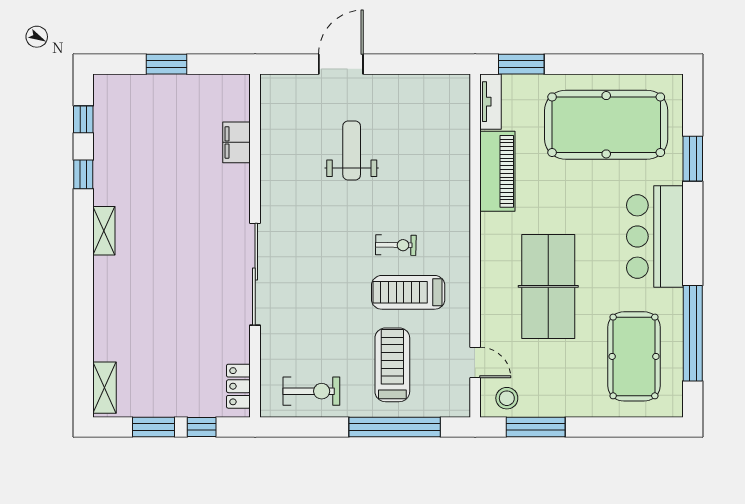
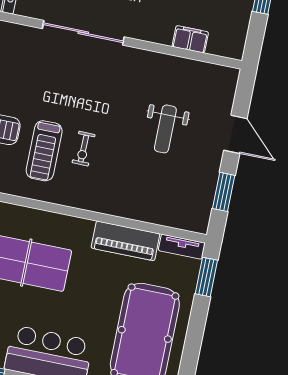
window: (414, 64) -> (224, 192), added
weight bench: (352, 150) -> (165, 129), turned 90
treadmill: (408, 292) -> (44, 151), turned 180

